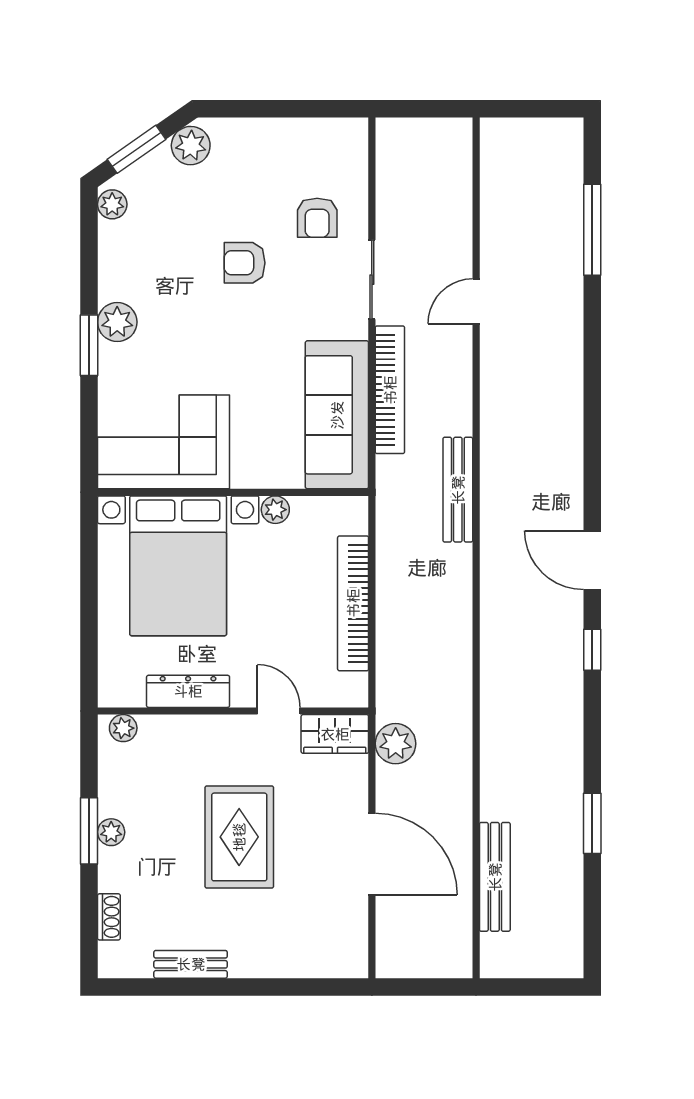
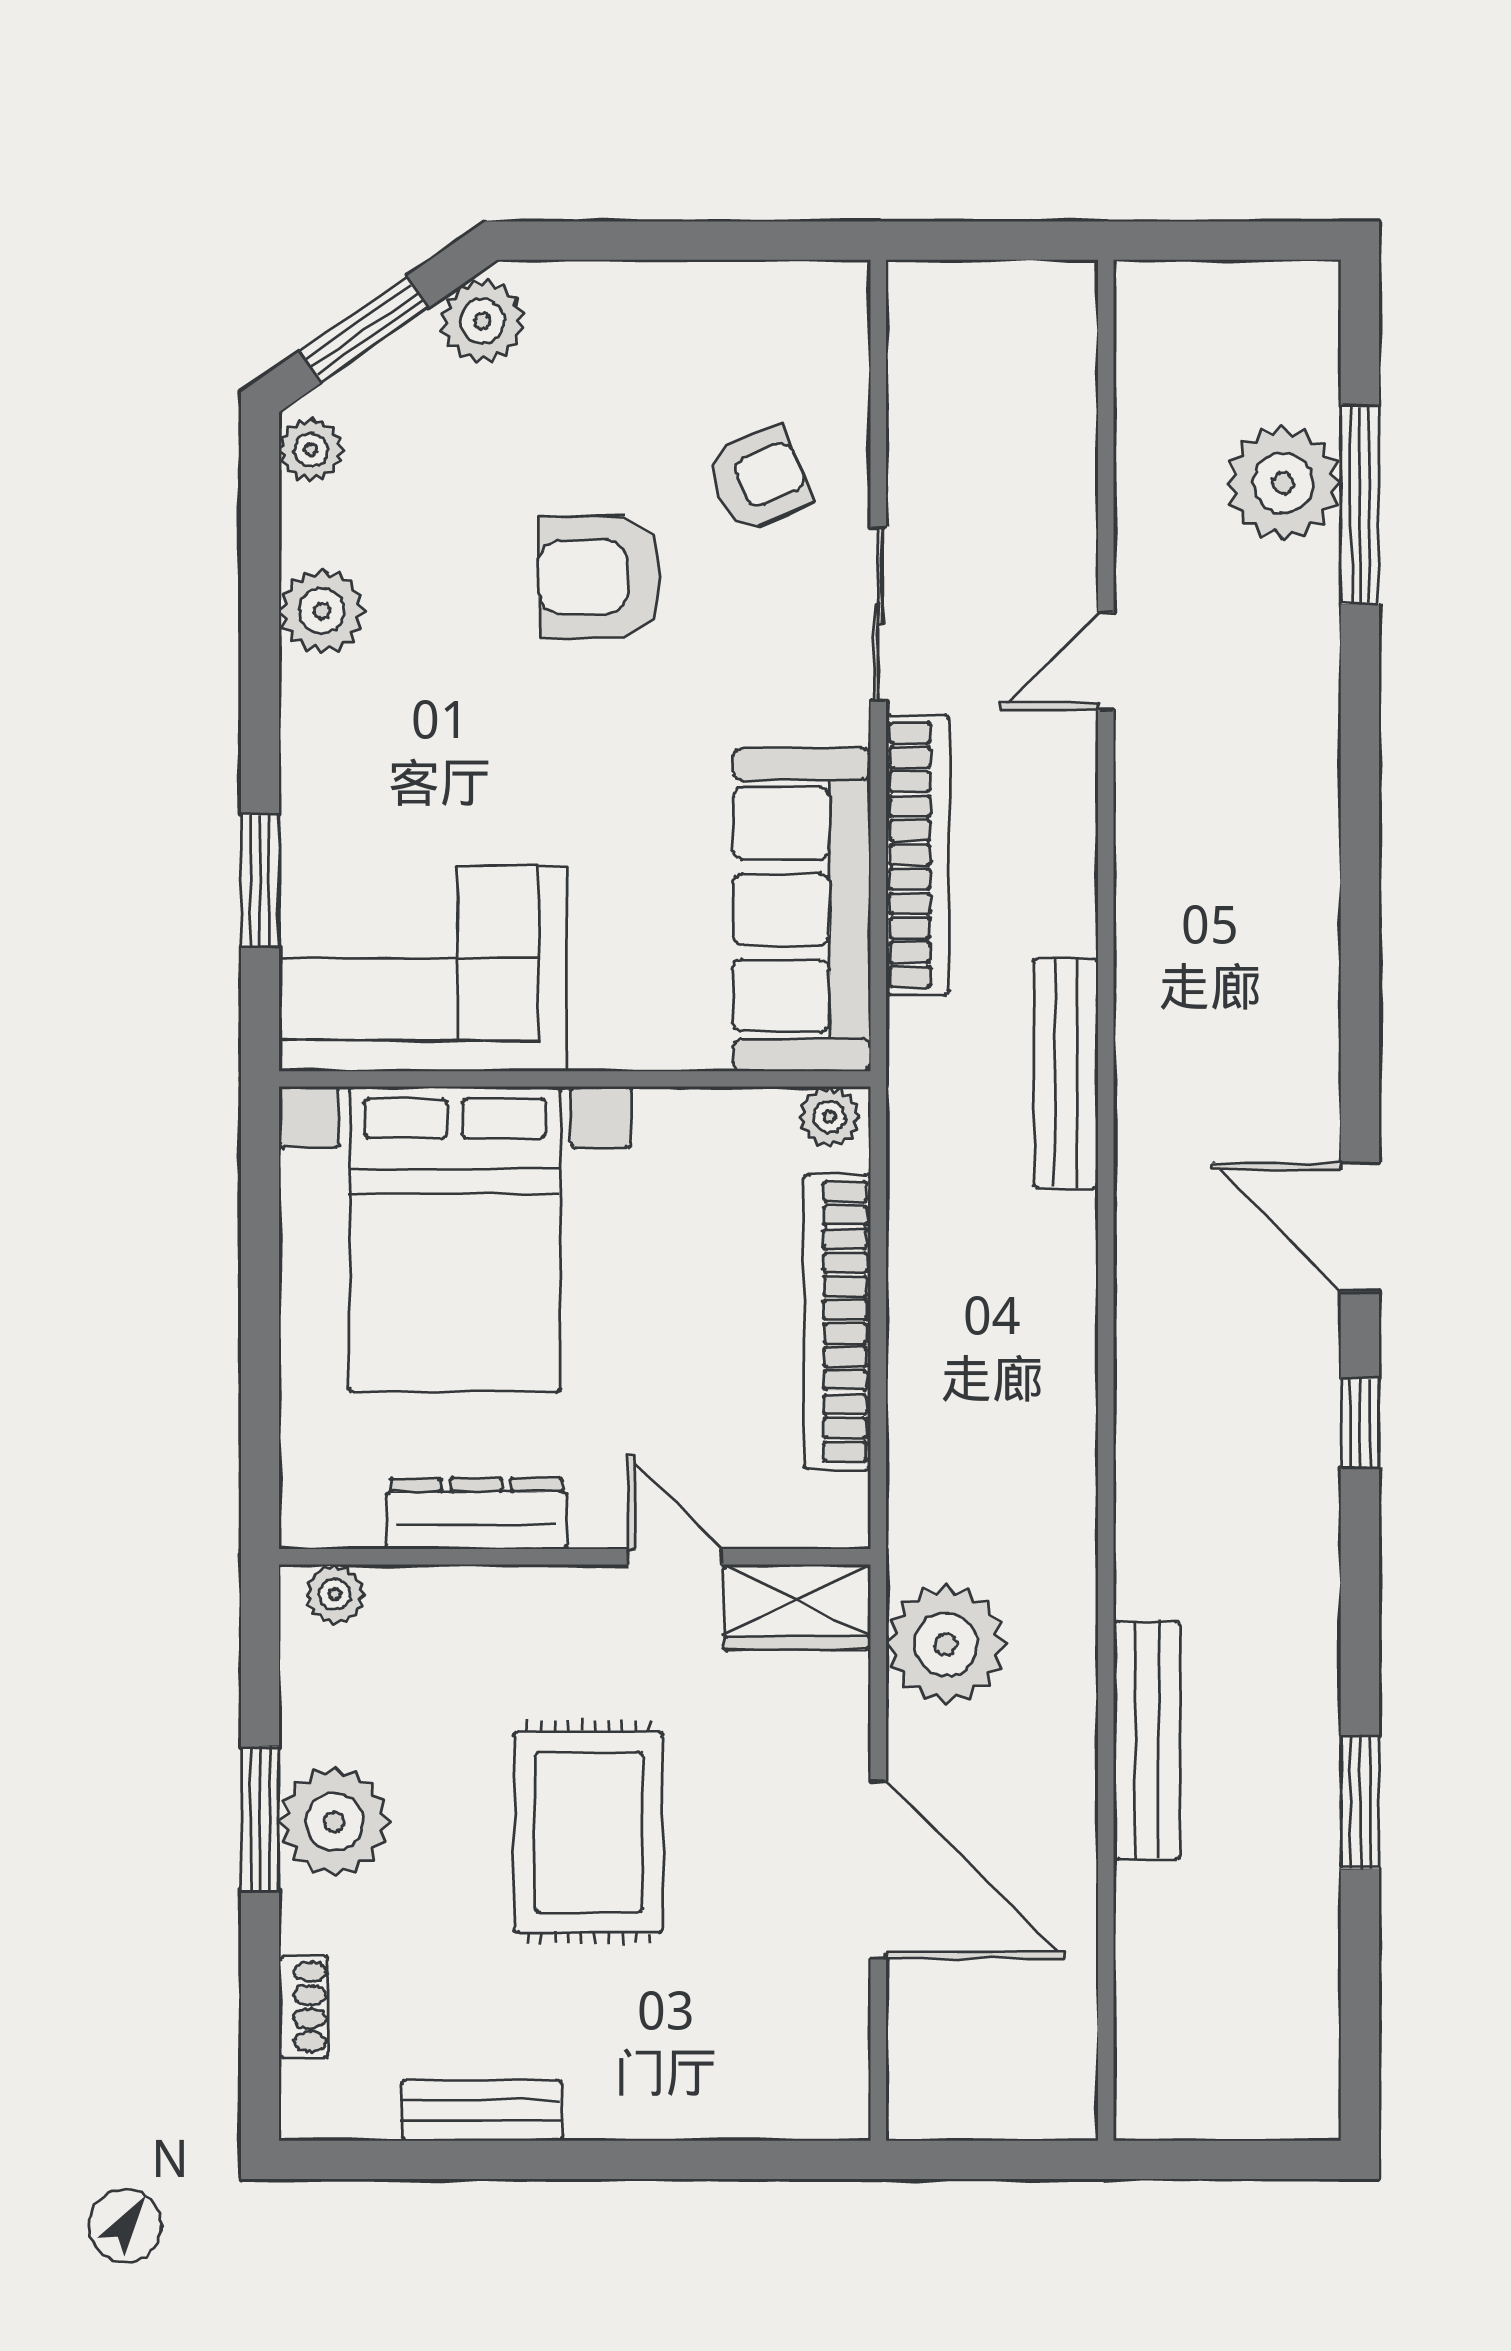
armchair: (317, 218) -> (759, 479), turned -113
plant: (557, 220) -> (1283, 483), added
armchair: (245, 263) -> (600, 577), width x1.38, depth x1.38
plant: (117, 322) -> (322, 611), moved
window: (89, 345) -> (260, 881), moved
plant: (275, 510) -> (830, 1117), moved
plant: (396, 744) -> (946, 1644), width x1.36, depth x1.36
plant: (111, 832) -> (334, 1822), width x1.87, depth x1.87
bench: (495, 877) -> (1147, 1740), moved

